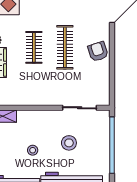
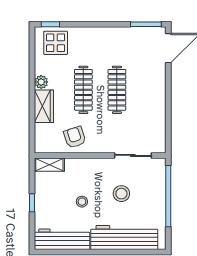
clothes rail: (34, 47) -> (83, 90), width x1.36
armchair: (98, 51) -> (75, 137), moved

